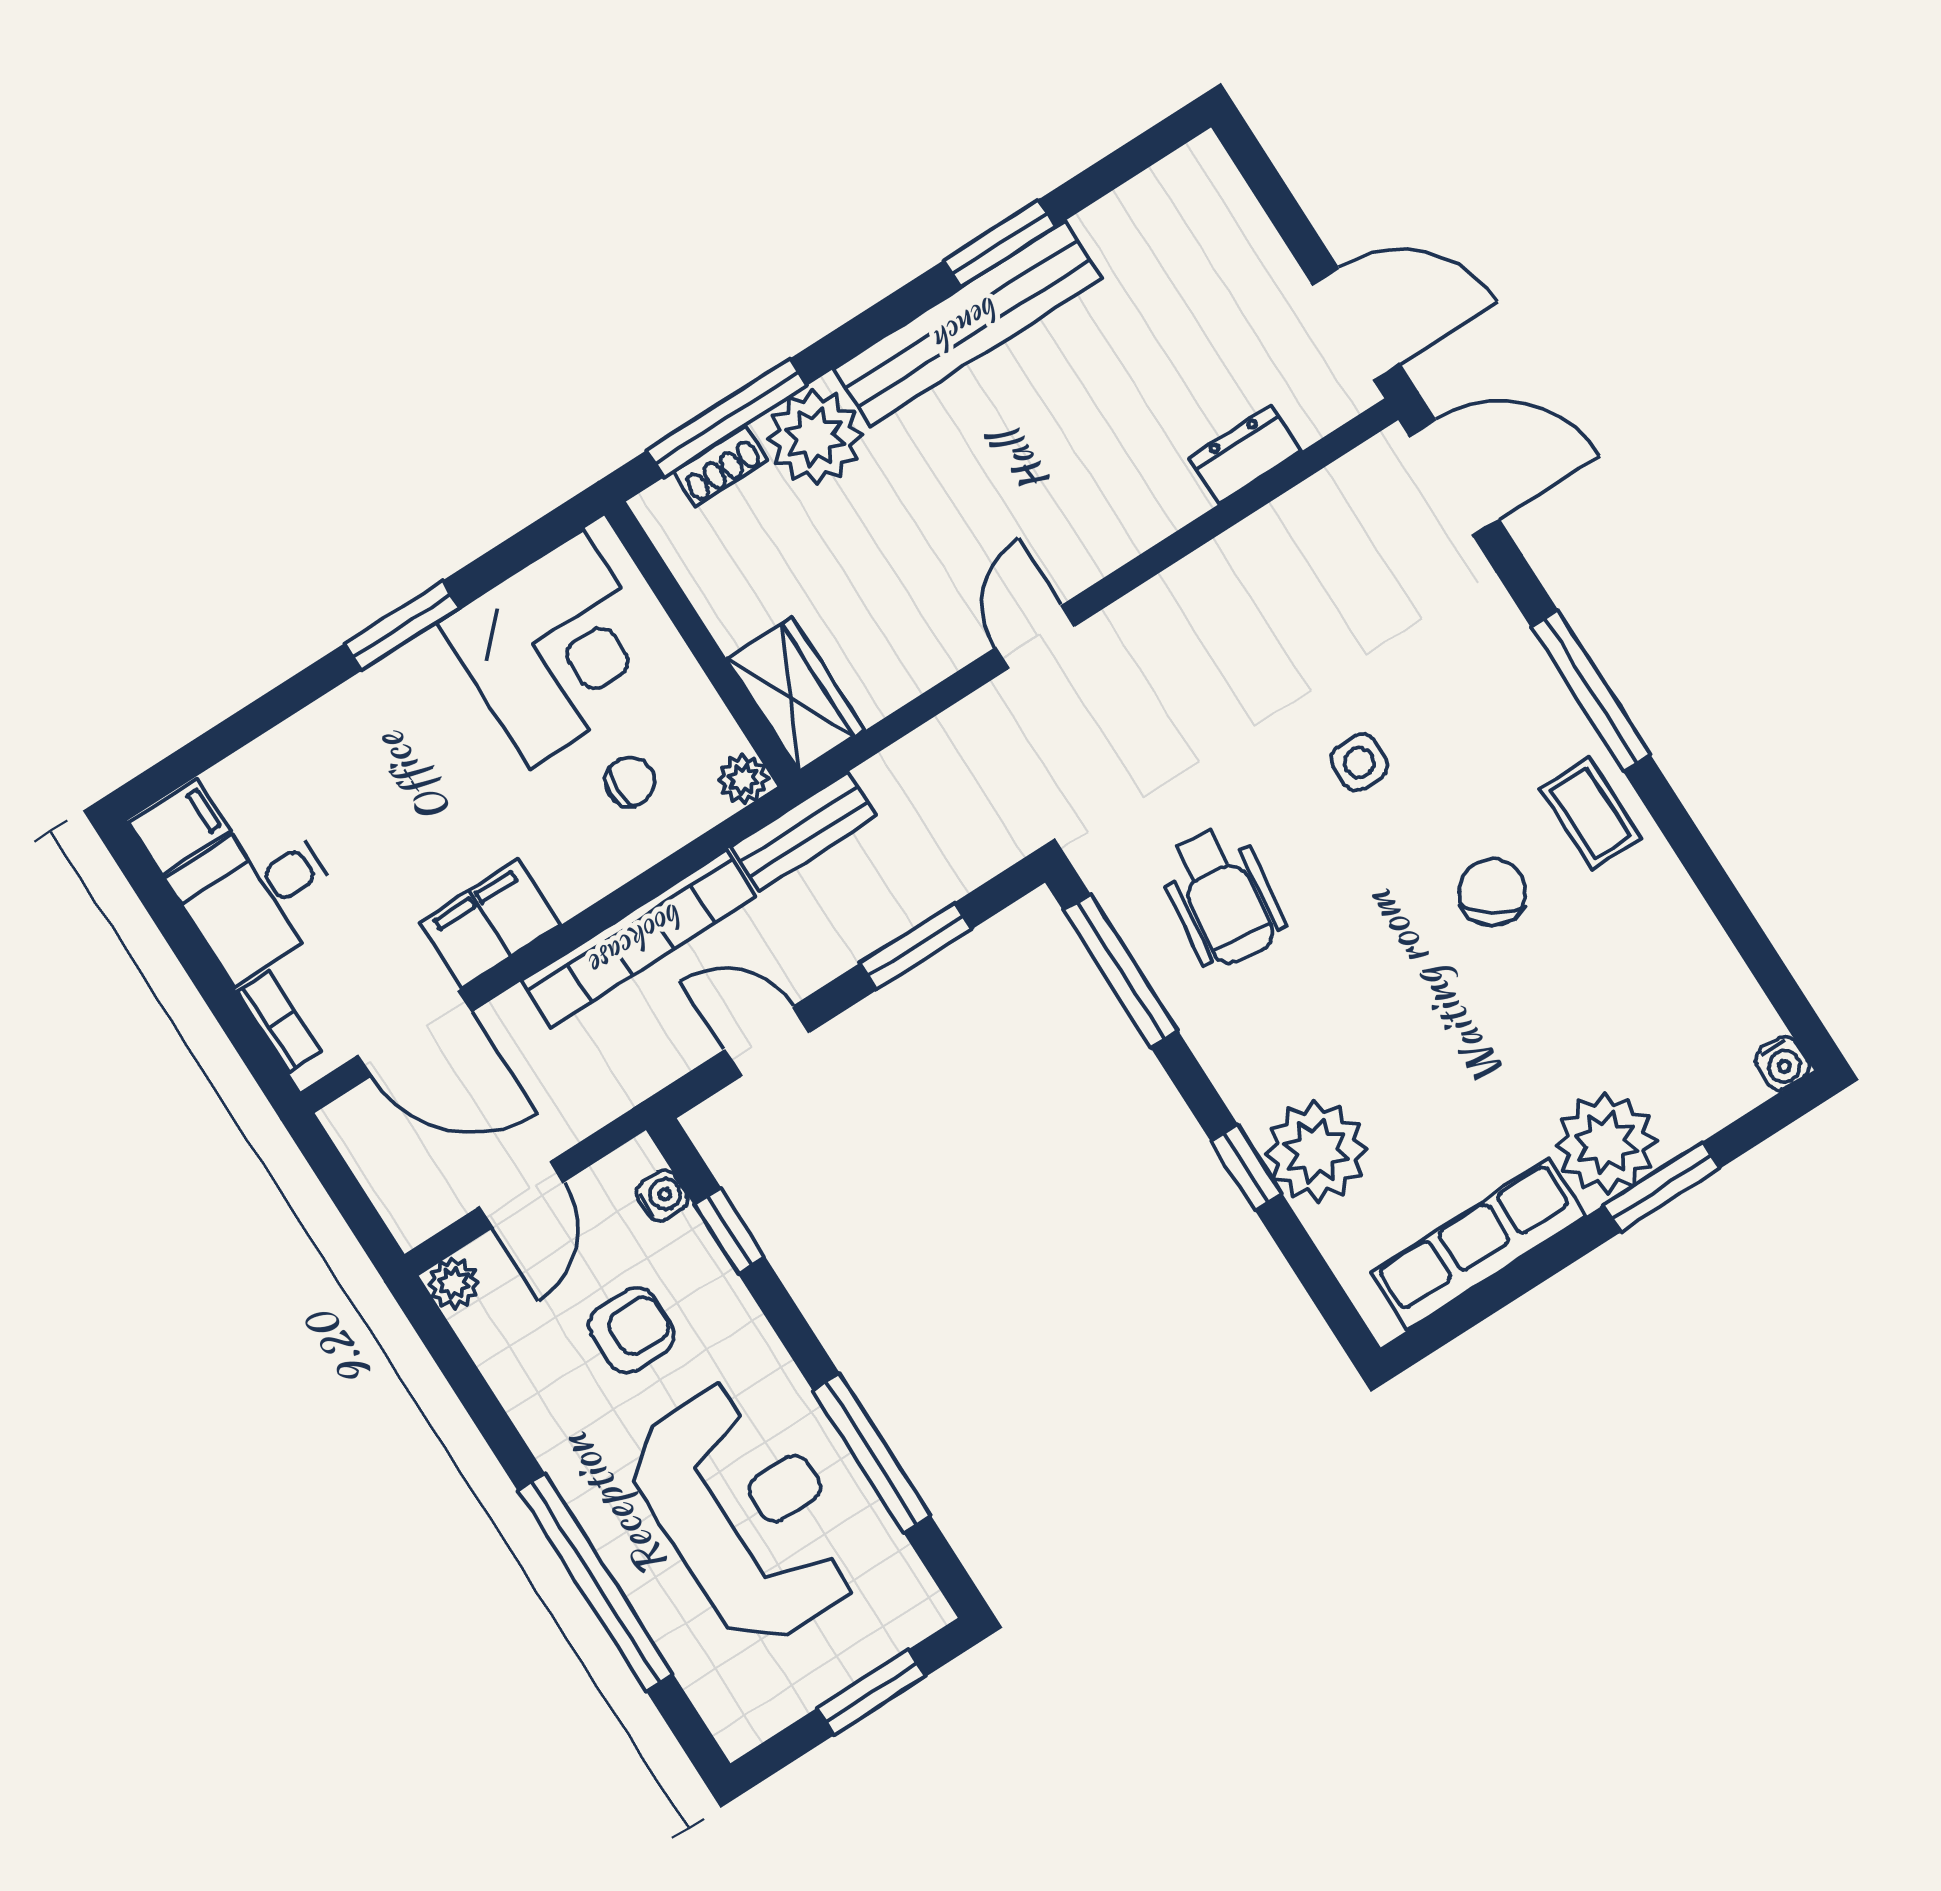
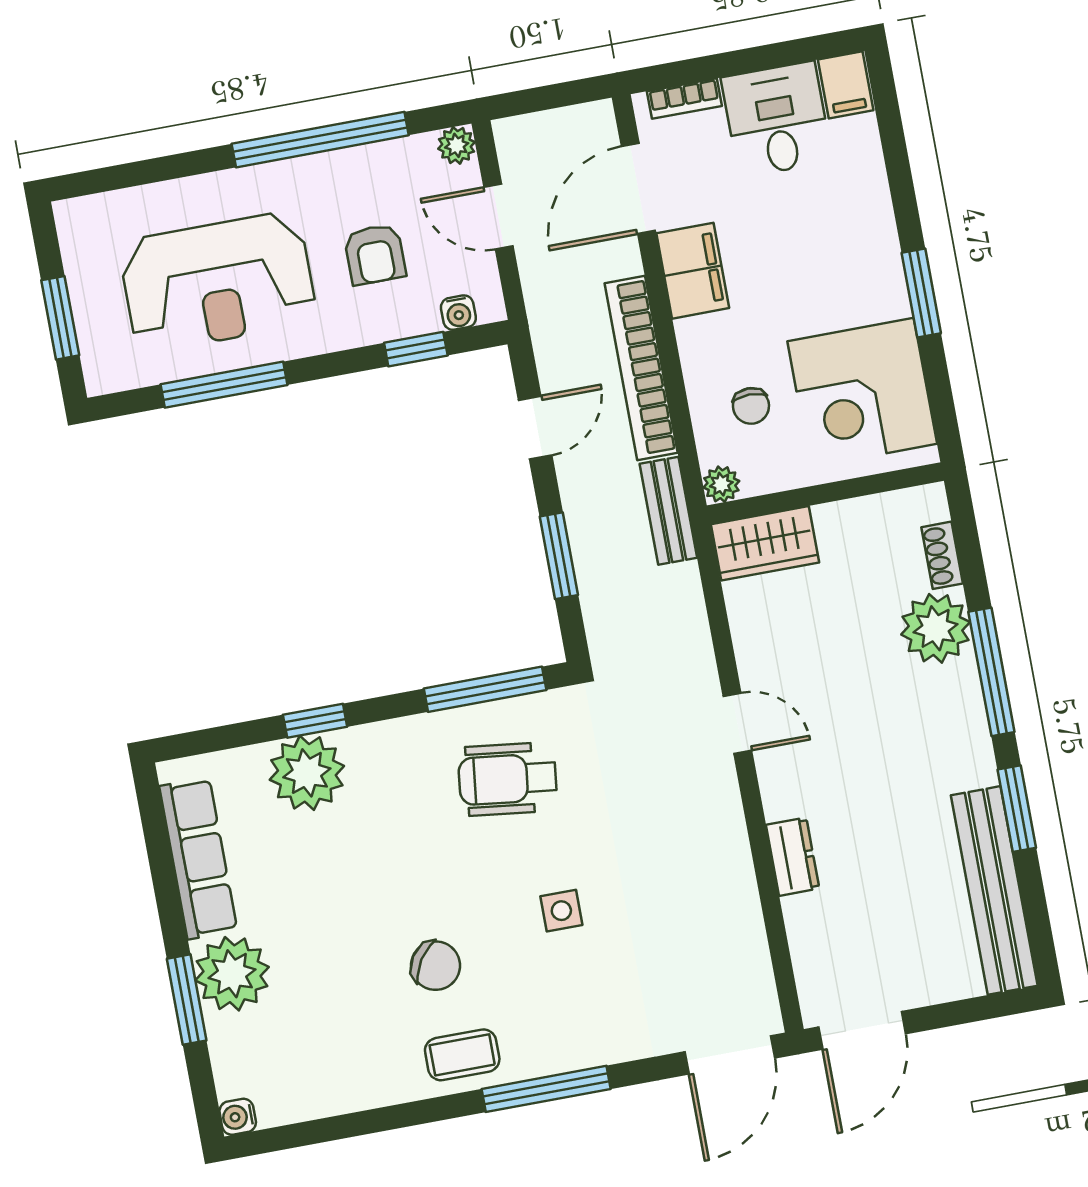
bench: (968, 323) -> (994, 890), moved
window: (727, 418) -> (991, 672), moved
dresser: (1245, 455) -> (793, 857), moved
window: (596, 1583) -> (320, 140), moved

